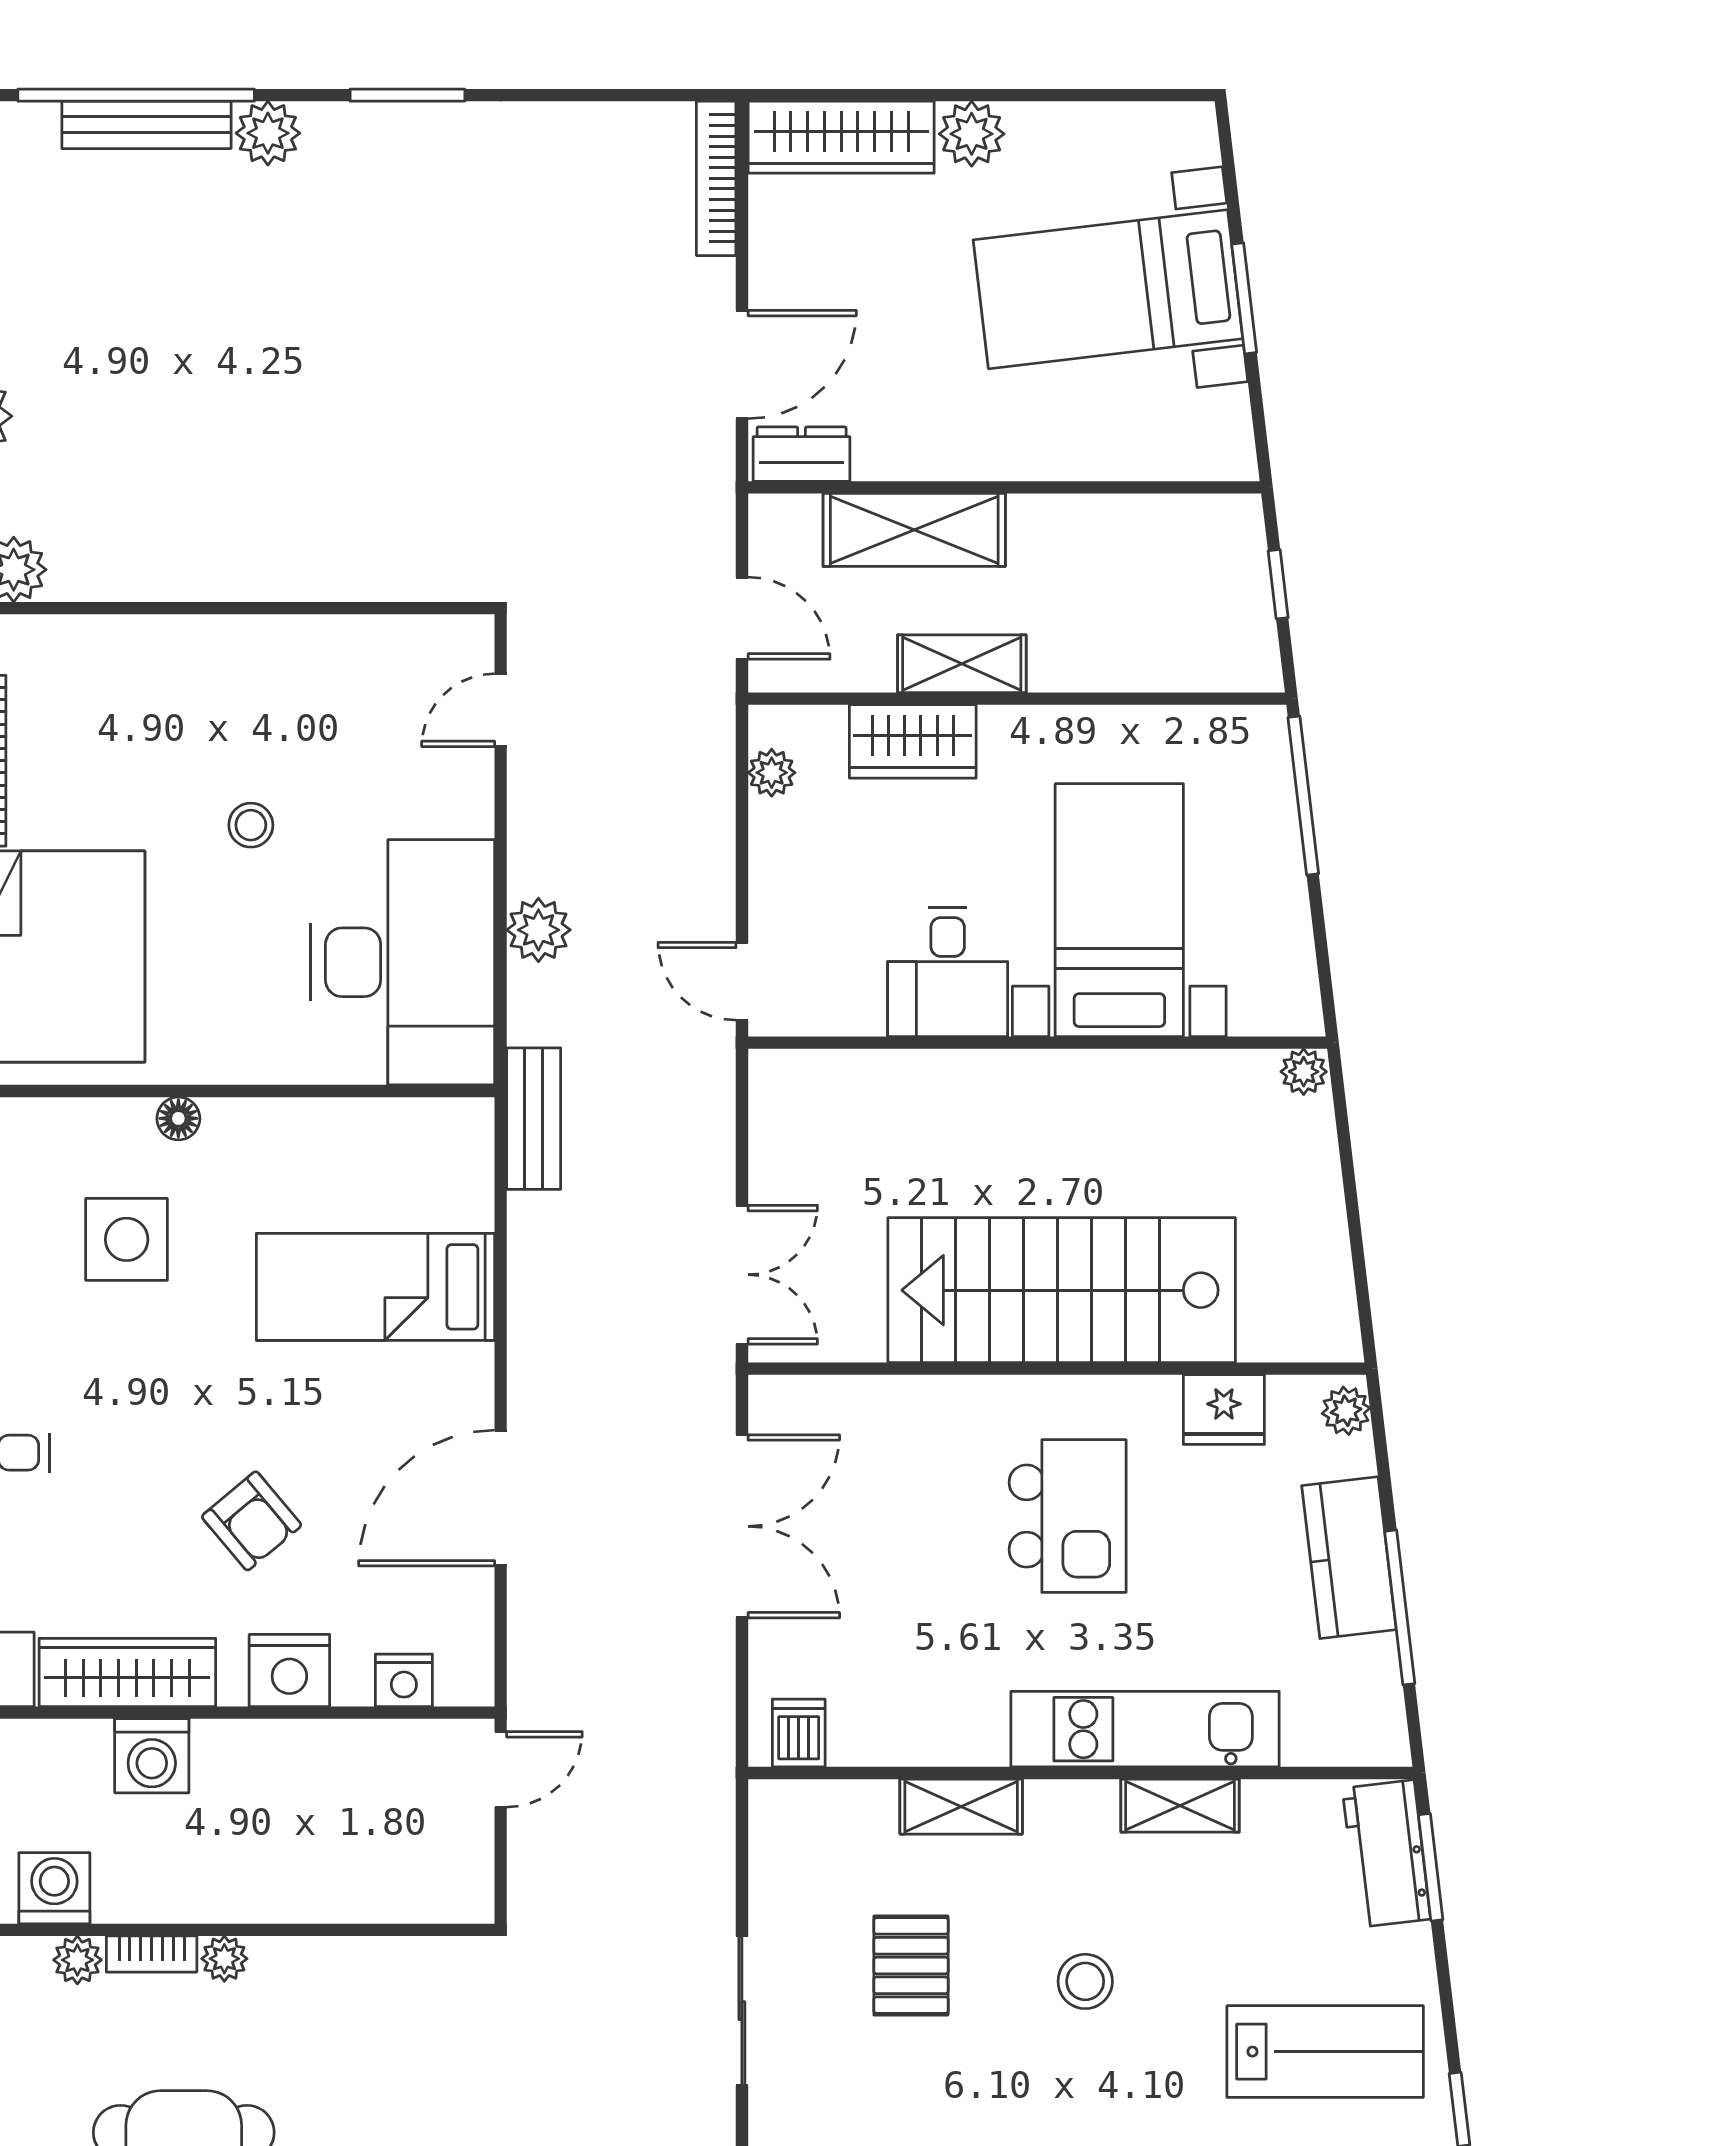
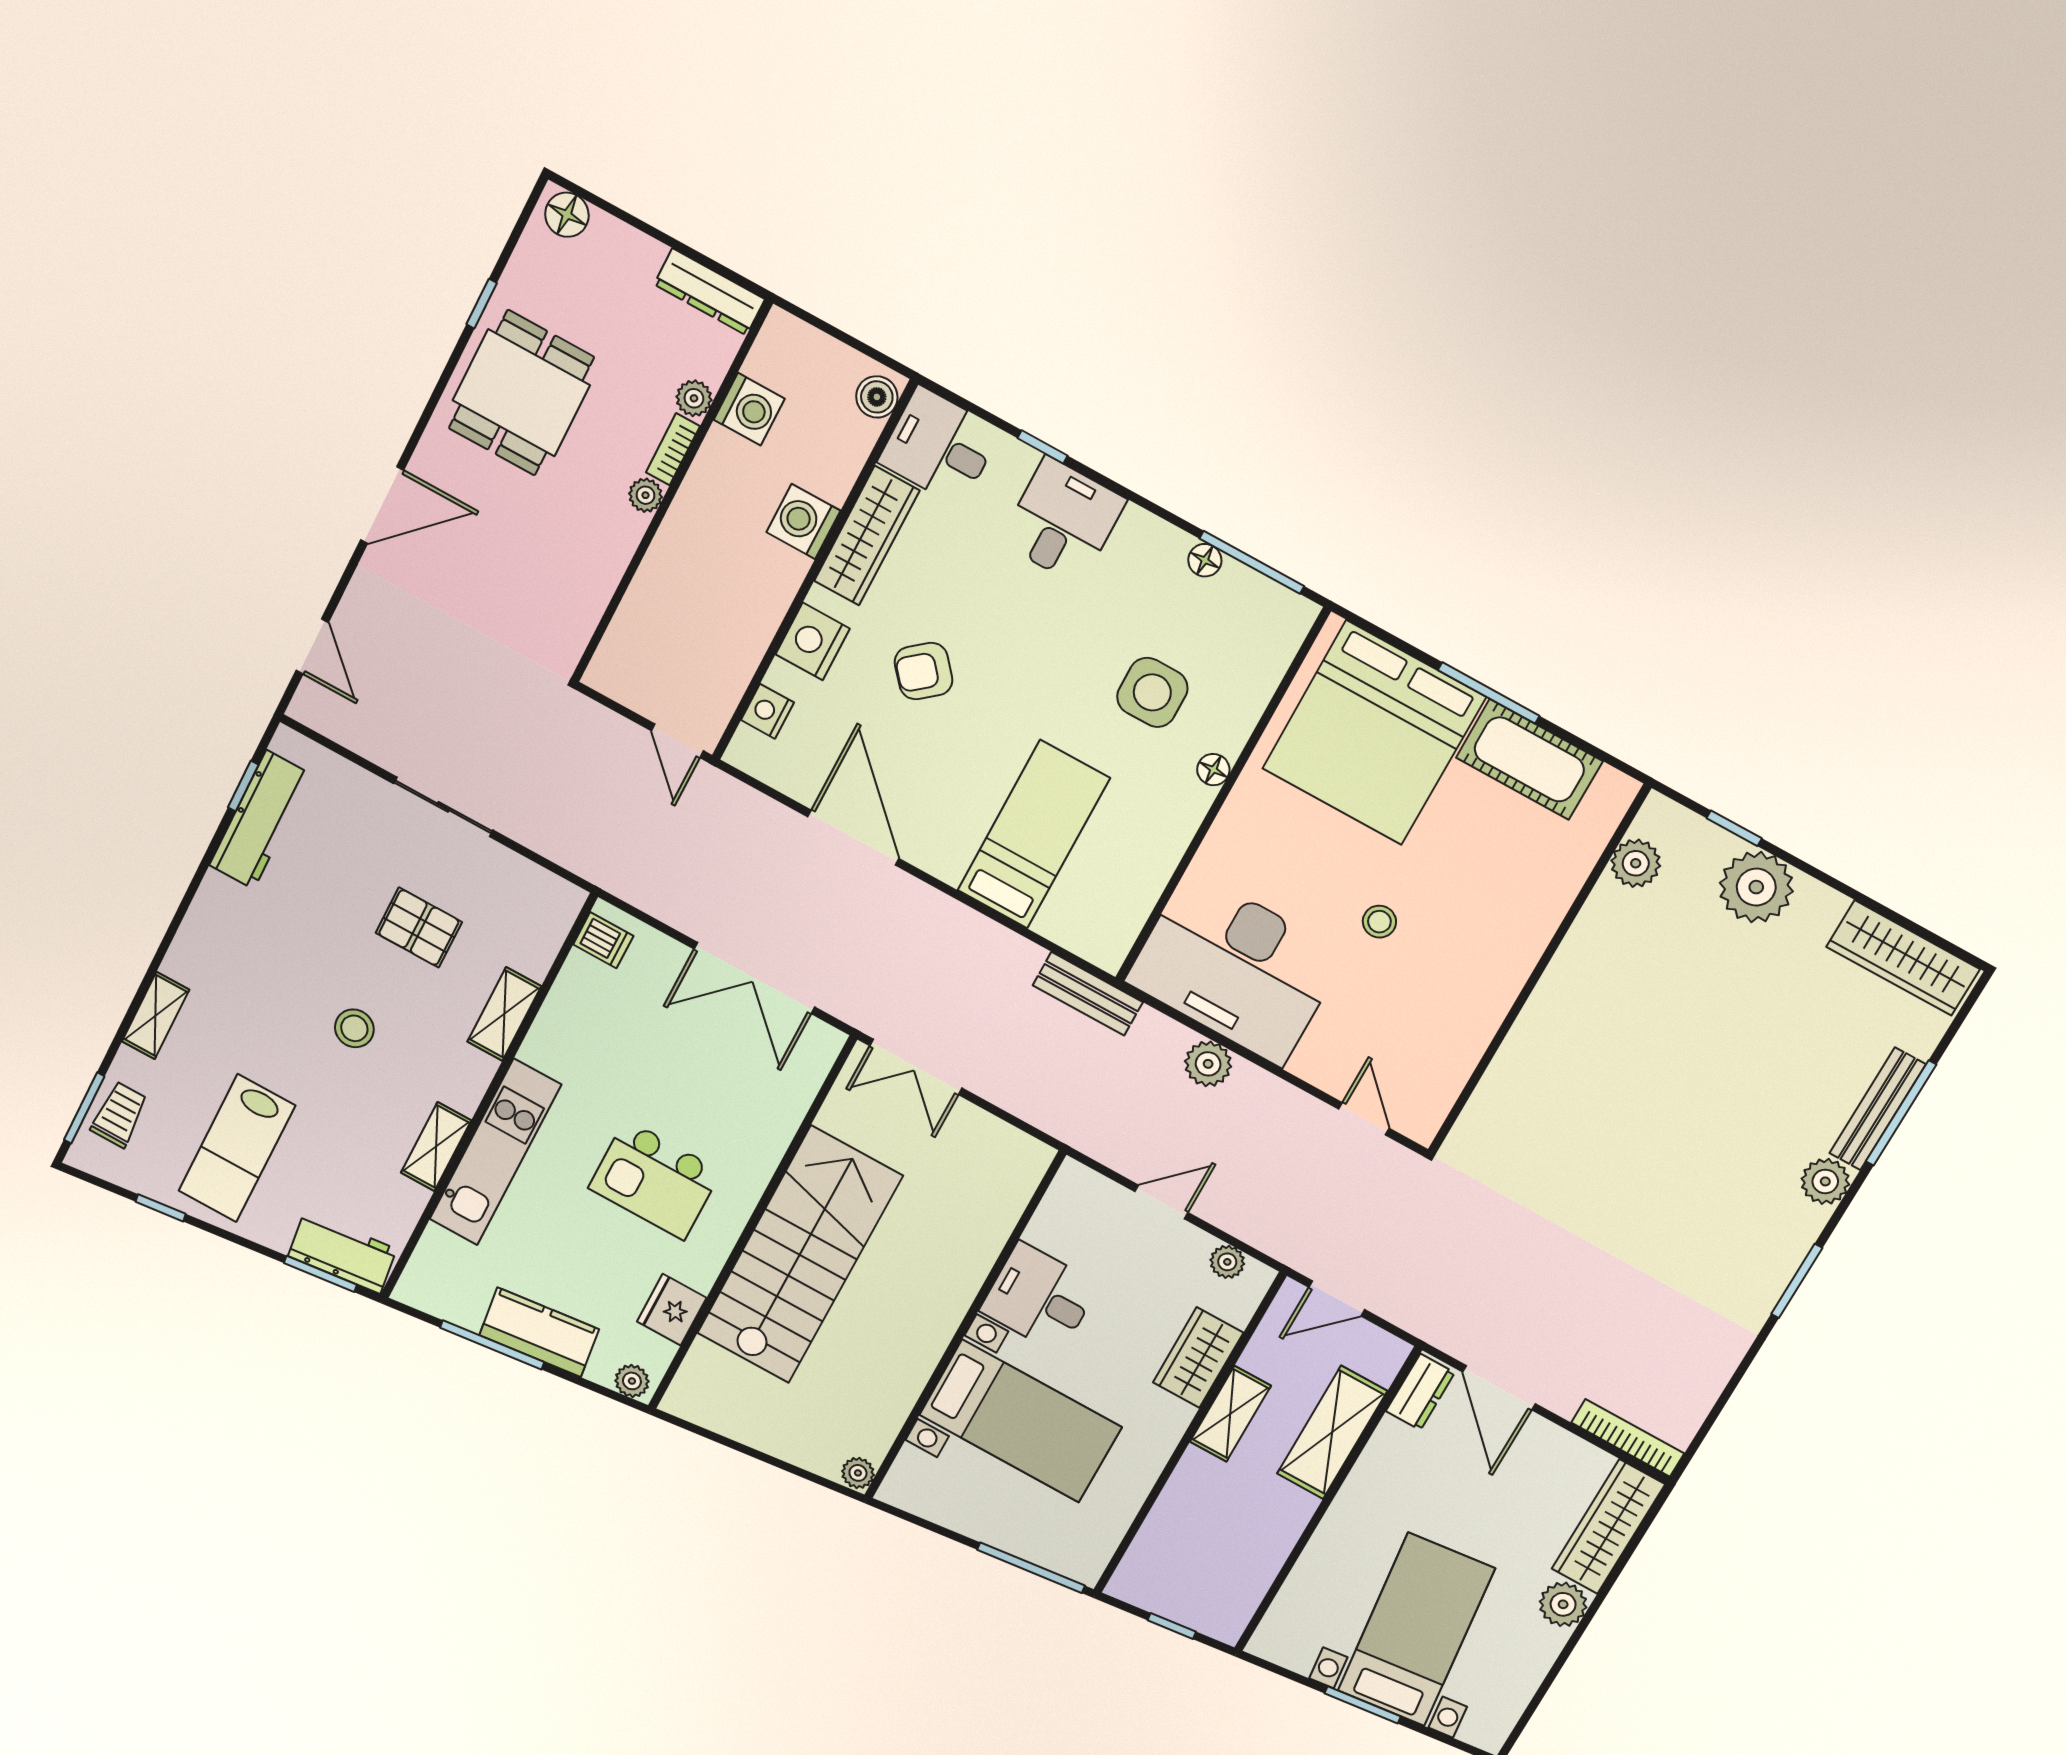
window: (136, 95) -> (1901, 1113), width x0.68
door: (742, 981) -> (1161, 1202), moved

